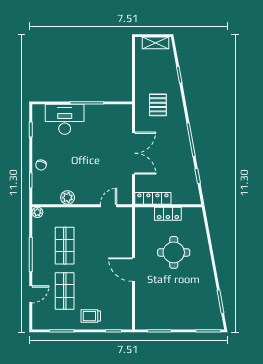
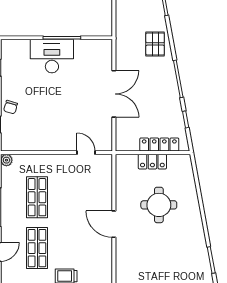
pallet: (158, 105) -> (155, 44), moved
desk: (65, 119) -> (52, 56), moved
plant: (68, 198) -> (40, 144), removed
locker: (153, 198) -> (159, 145), moved
door: (109, 206) -> (86, 153), hinge flipped

